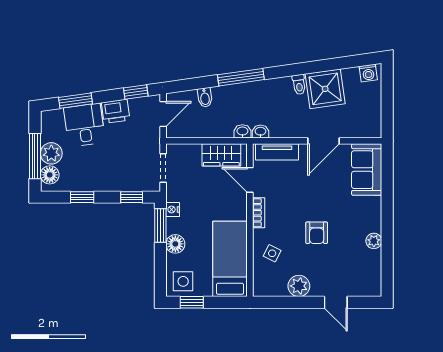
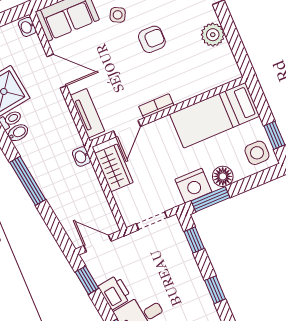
bidet: (205, 97) -> (18, 133), moved
washbasin: (260, 132) -> (27, 27), moved
nightstand: (173, 209) -> (193, 186), width x1.89, depth x1.79
side table: (272, 253) -> (118, 15), moved

